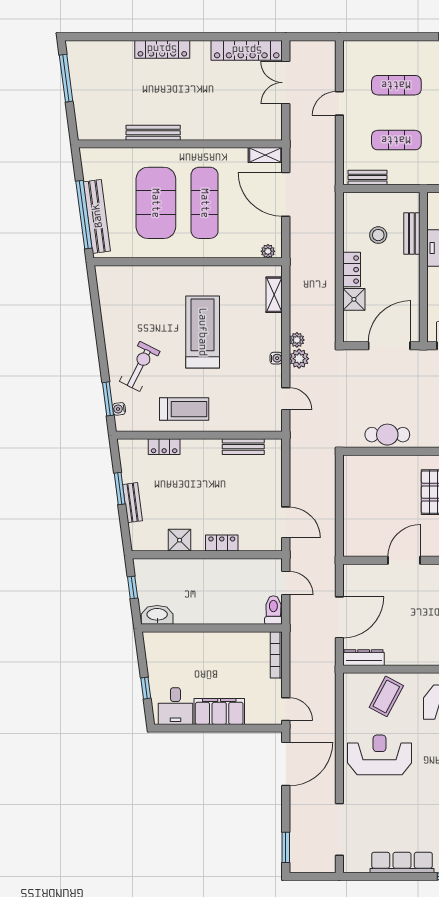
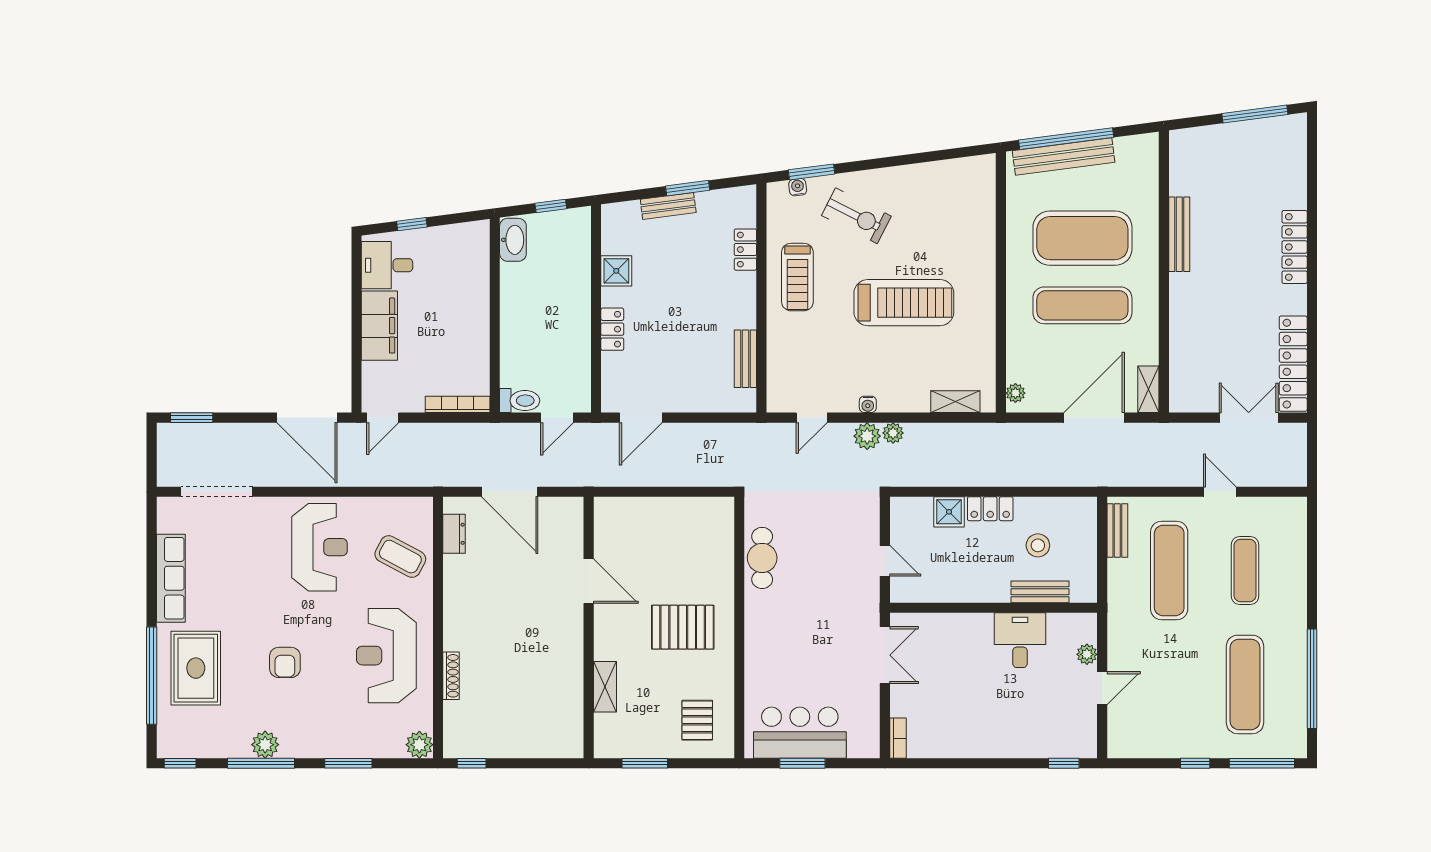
exercise mat: (396, 140) -> (1169, 570), width x1.36, depth x1.45
door: (389, 346) -> (885, 561), width x0.53
dresser: (364, 658) -> (454, 534), width x0.70

